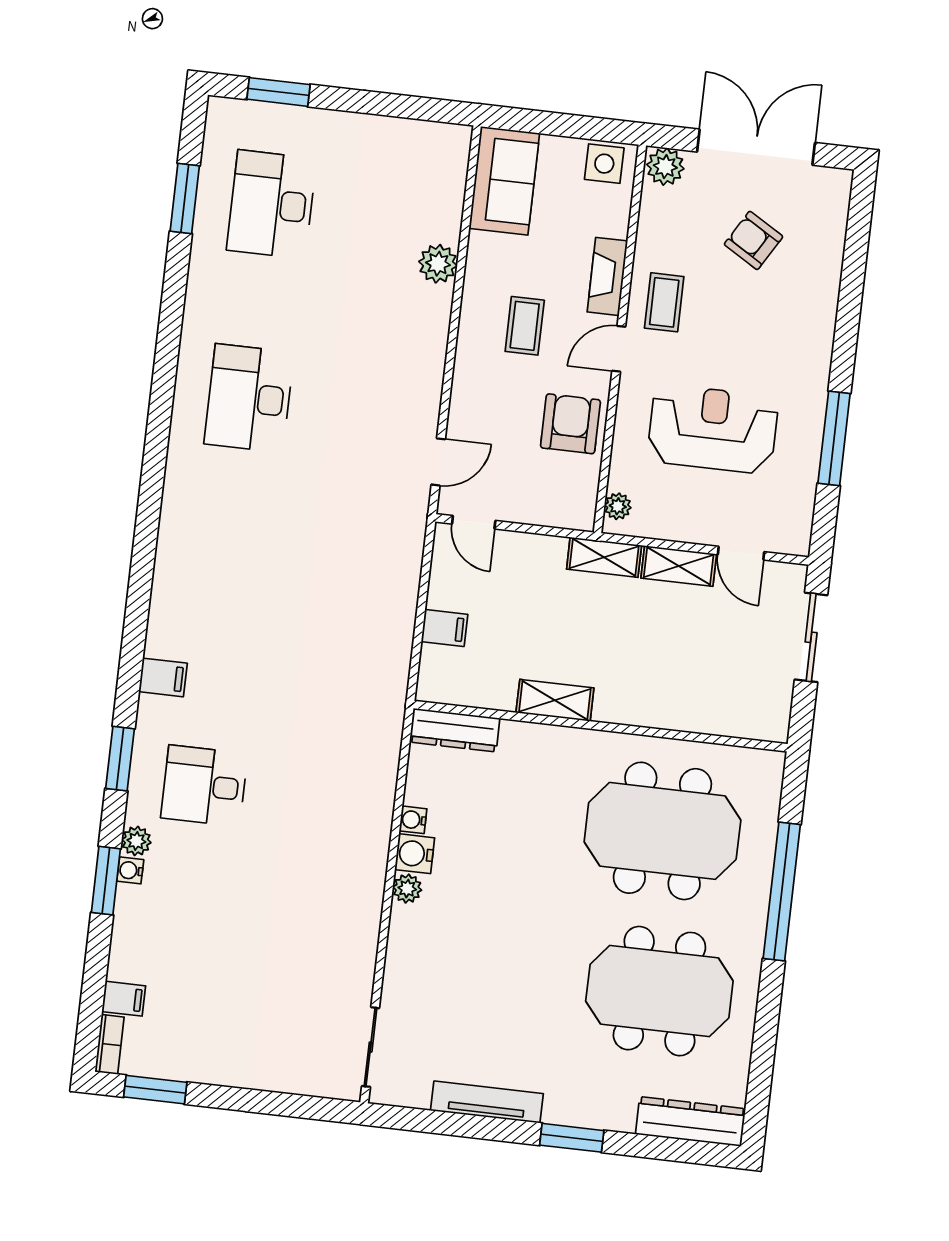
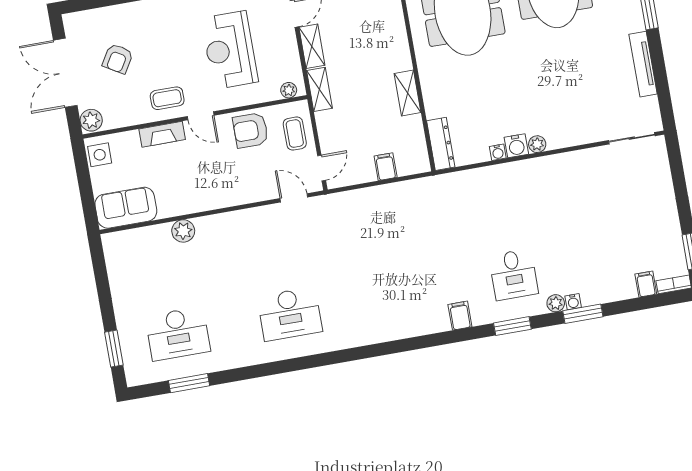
coffee table: (525, 326) -> (295, 134), moved, turned 90

